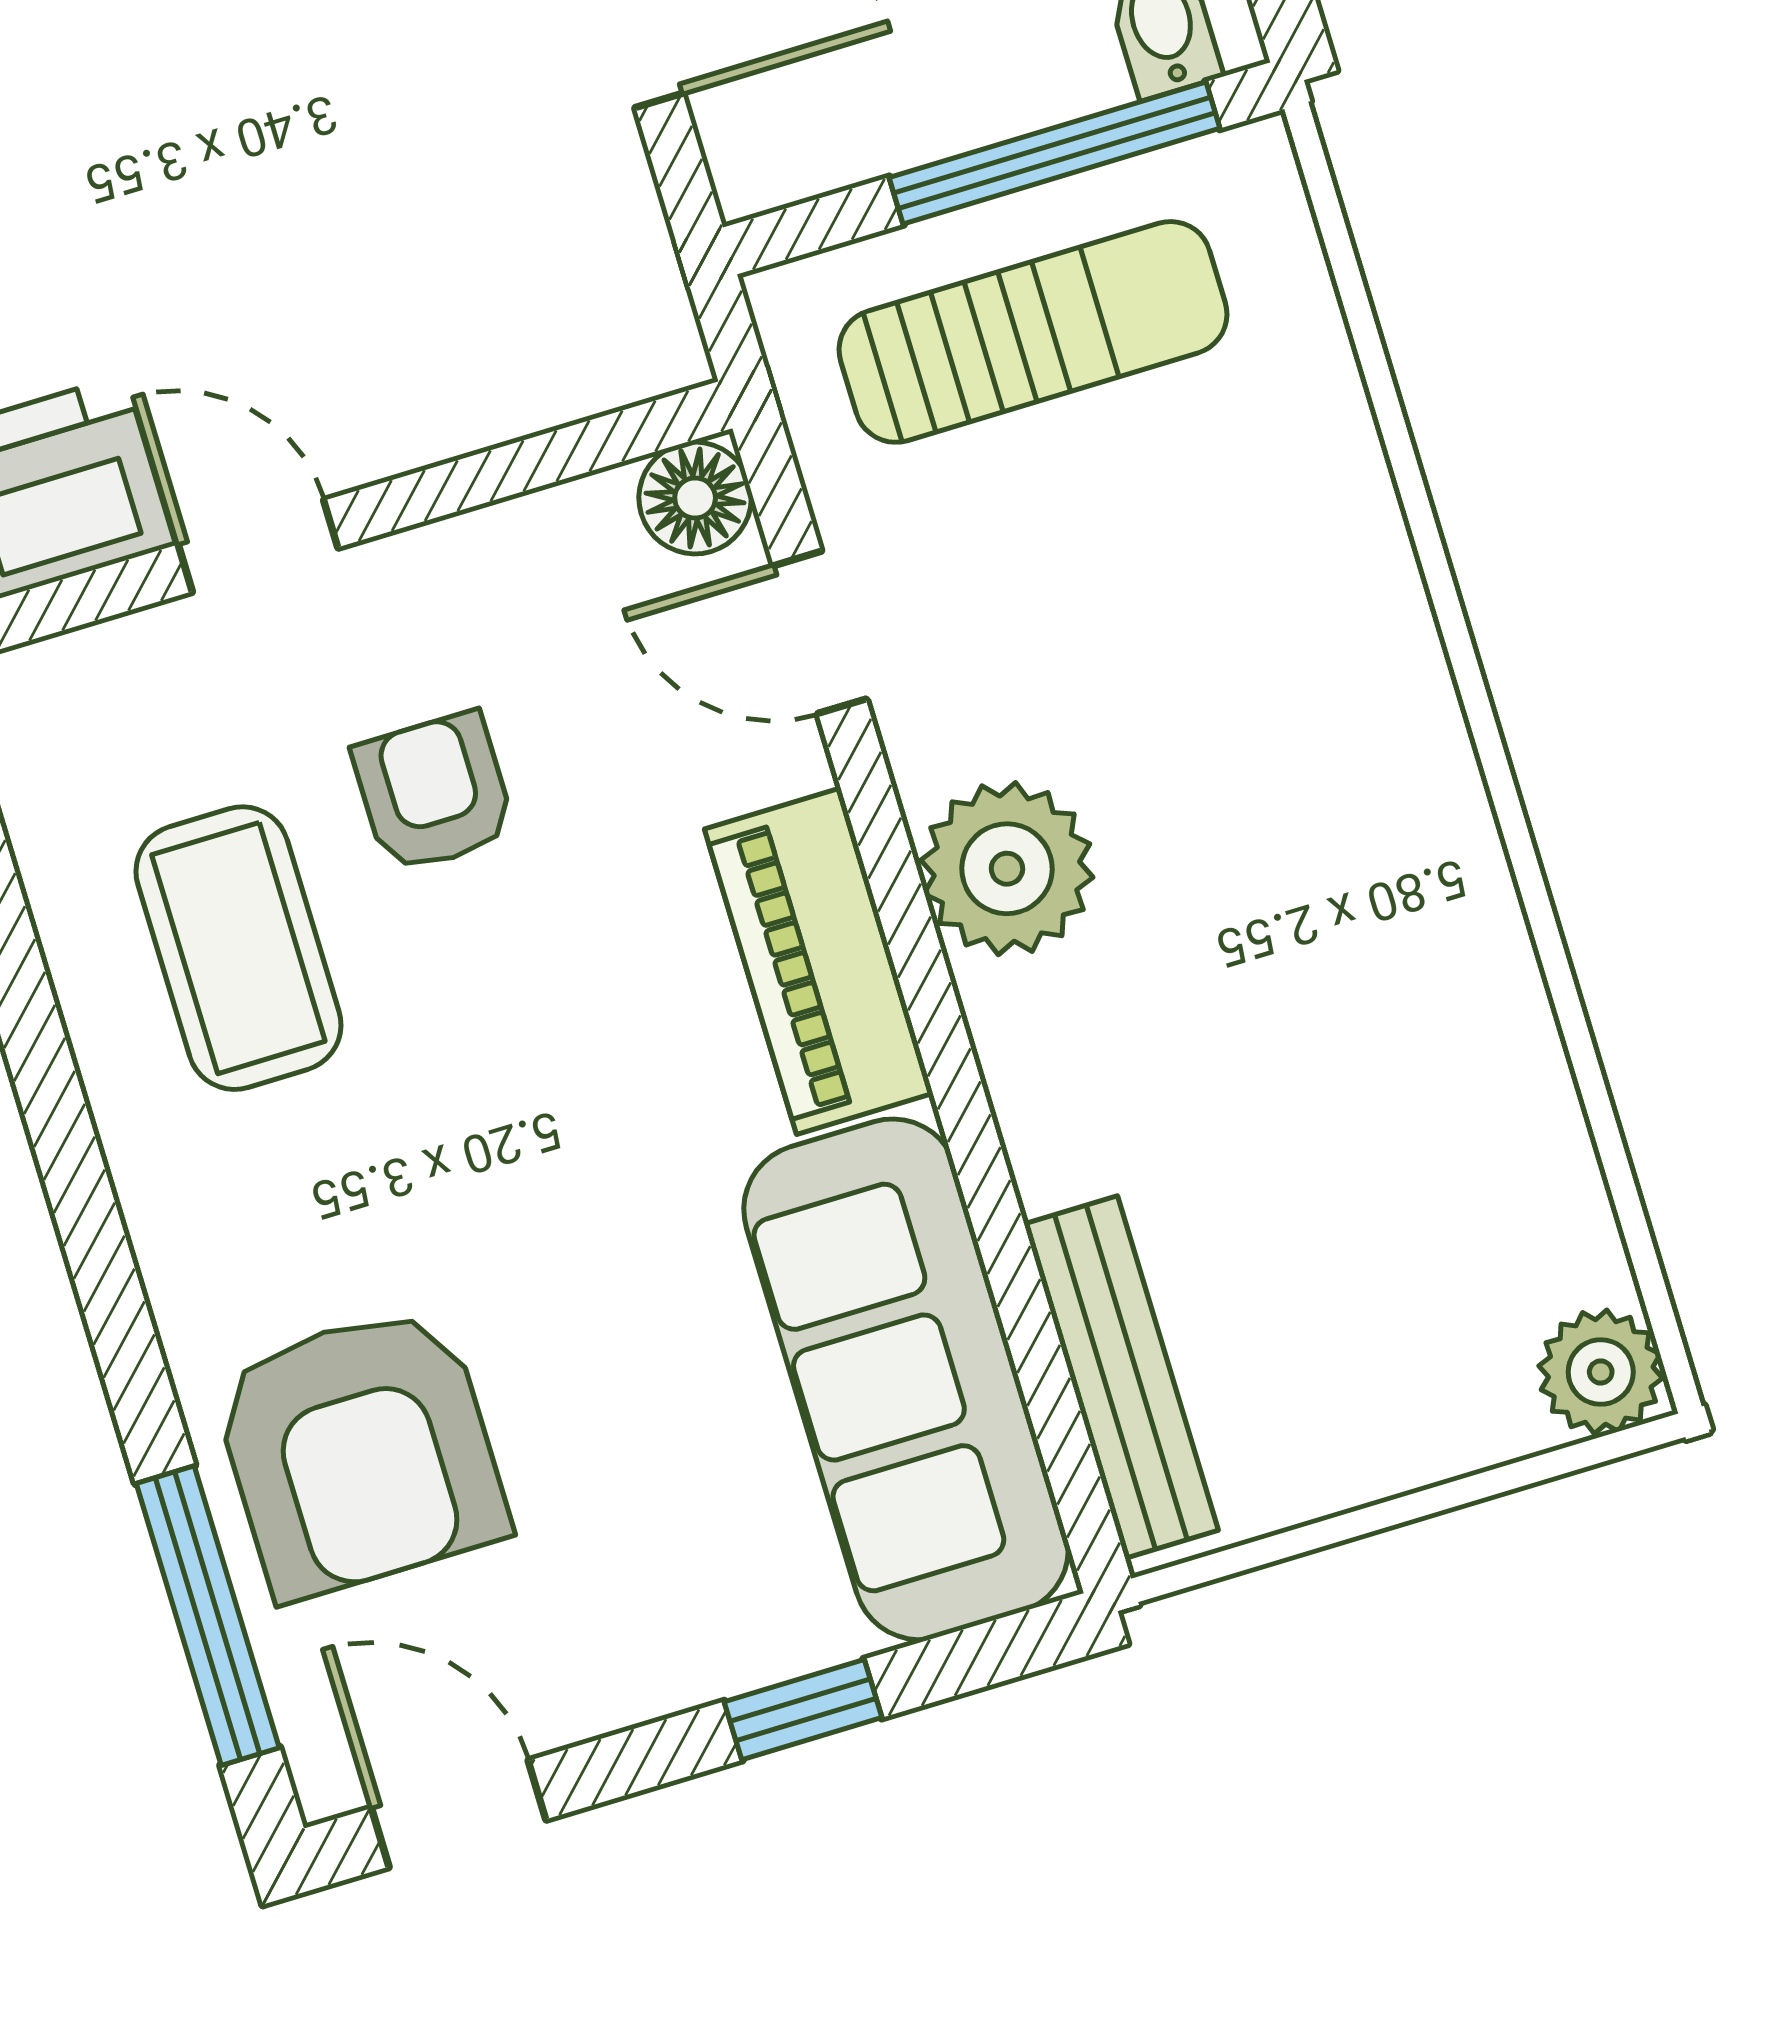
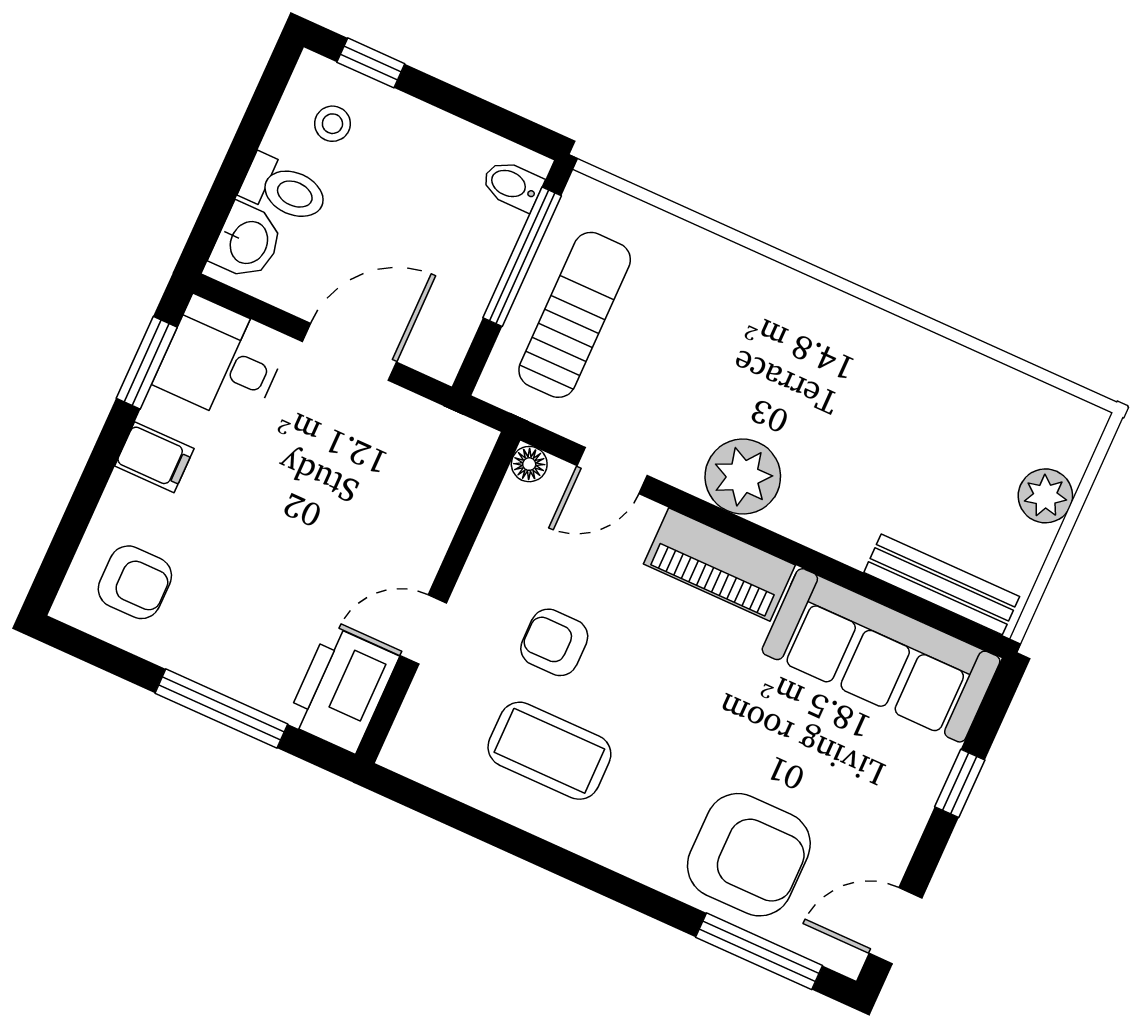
floor lamp: (695, 498) -> (529, 464), width x0.73, depth x0.73
plant: (1601, 1372) -> (1045, 496), moved

